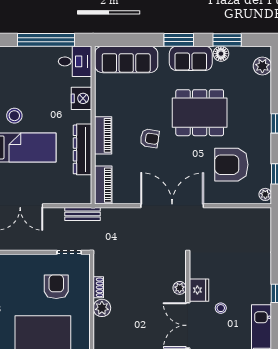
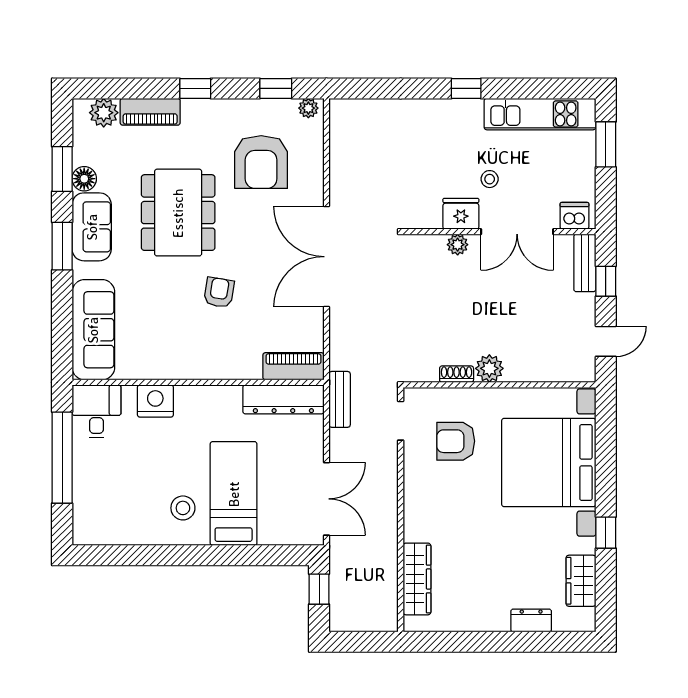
piano: (103, 135) -> (150, 112), moved, turned 180
dresser: (82, 149) -> (283, 399), moved

